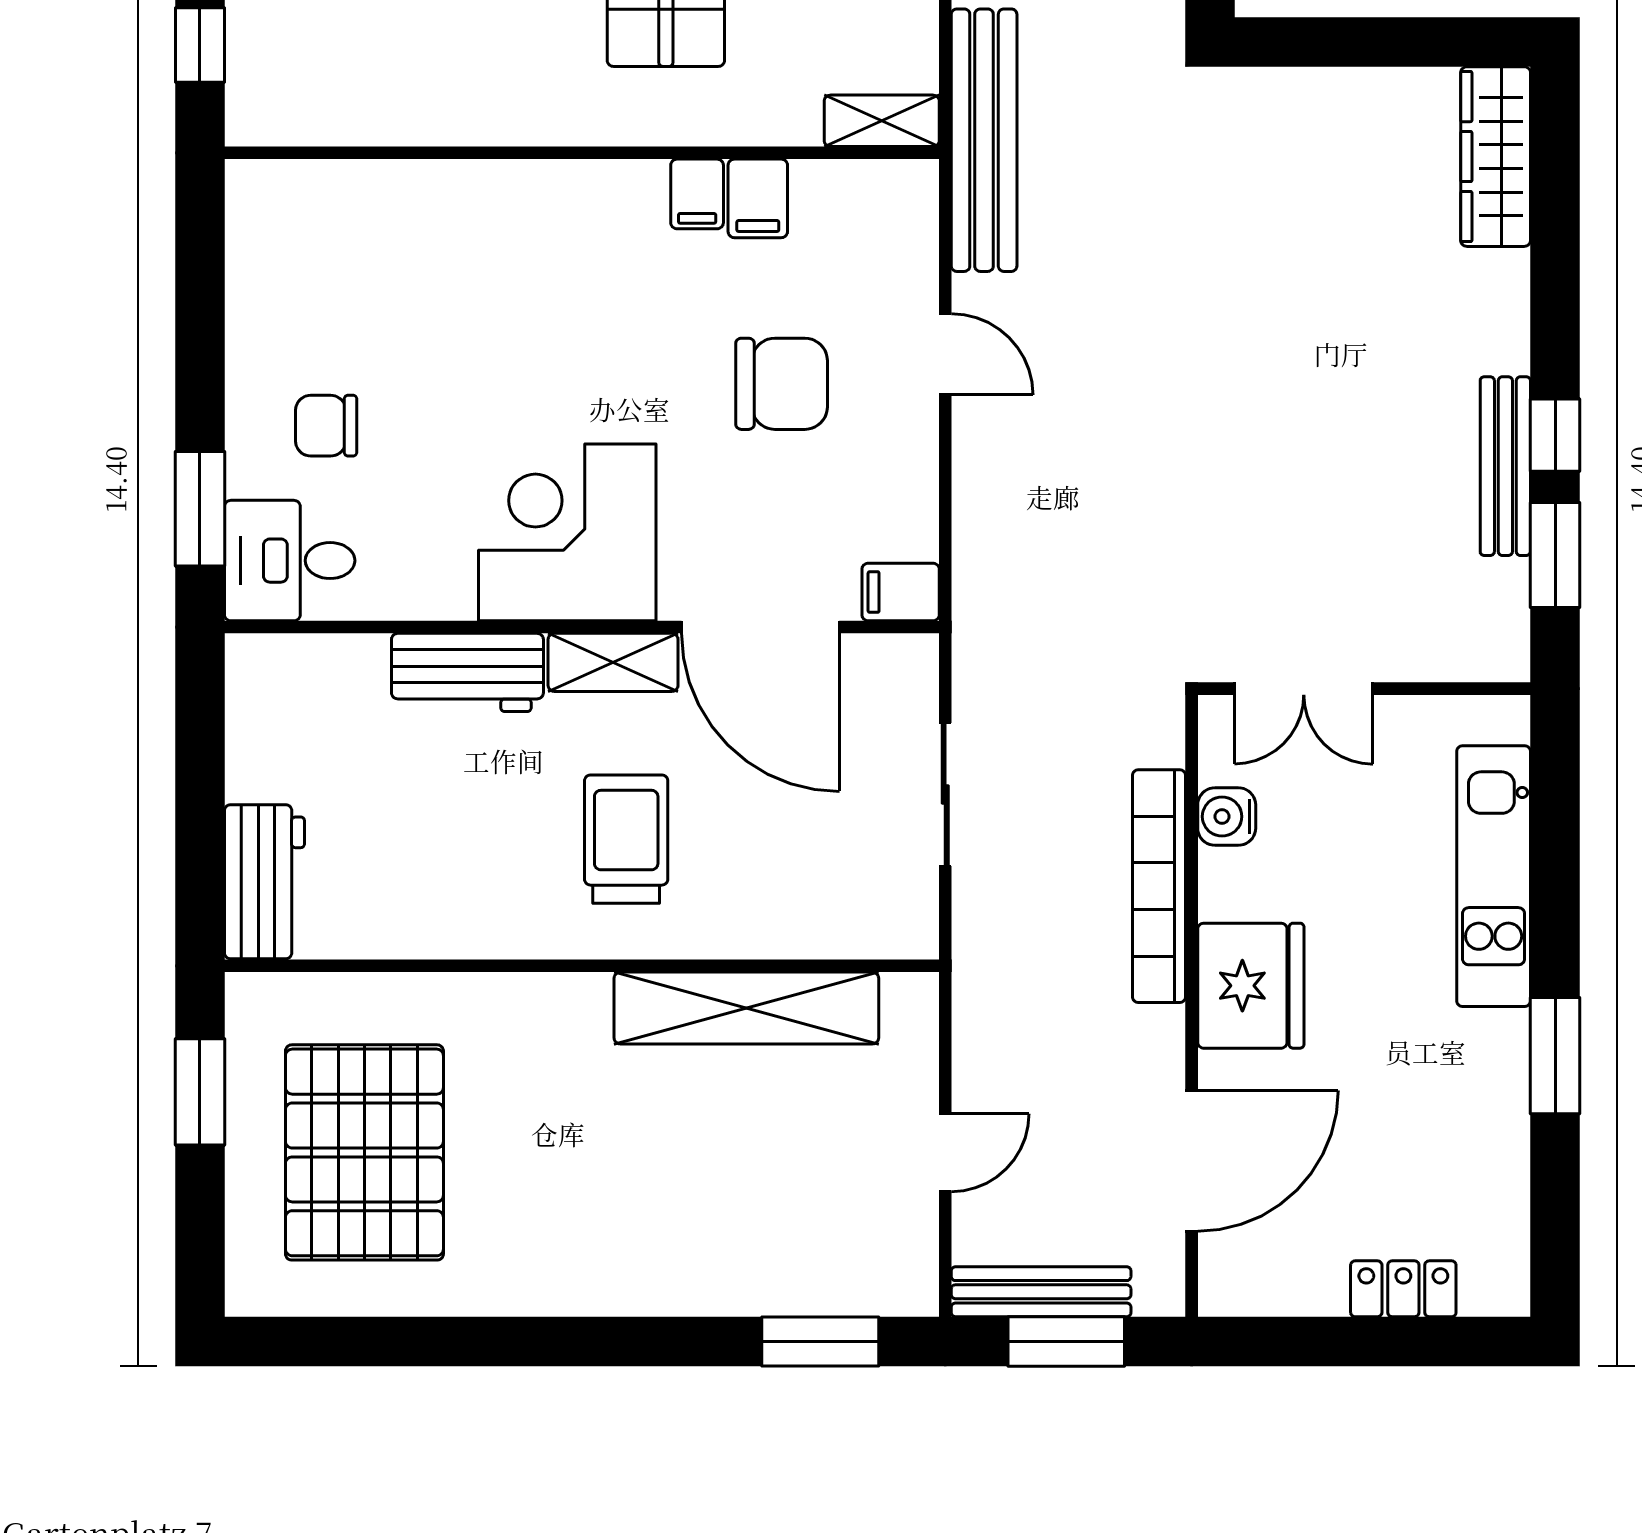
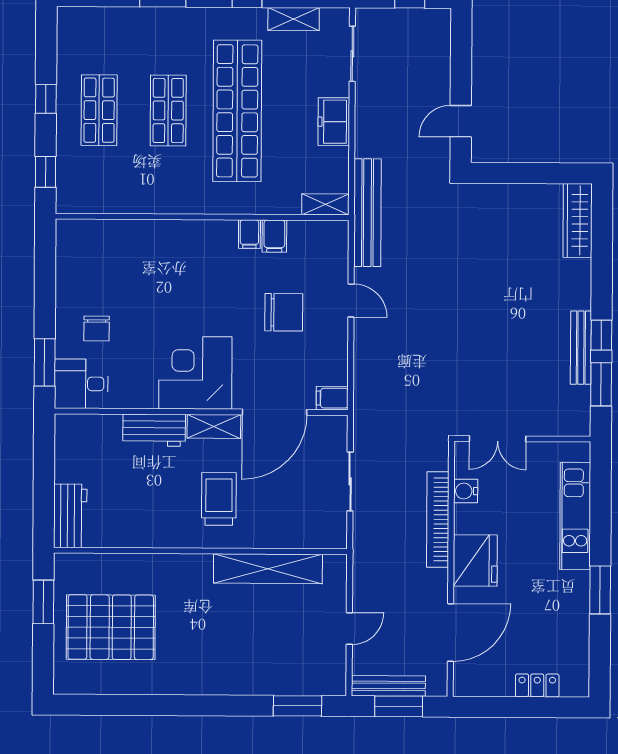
chair: (326, 426) -> (97, 329), turned -90
door: (760, 627) -> (275, 412), hinge flipped
pallet: (364, 1152) -> (111, 627), turned 90

